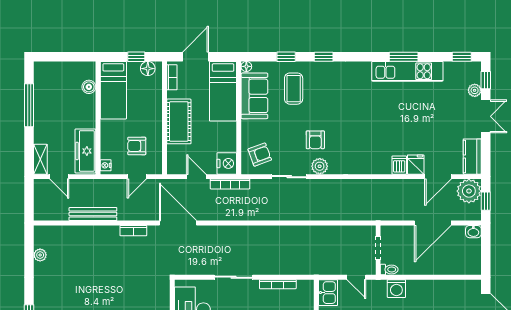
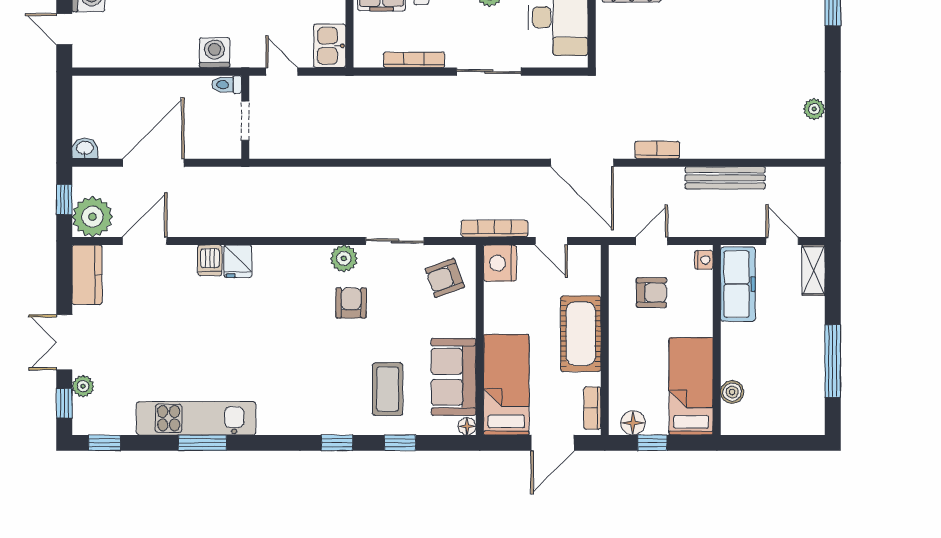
fridge: (416, 165) -> (238, 261), moved

